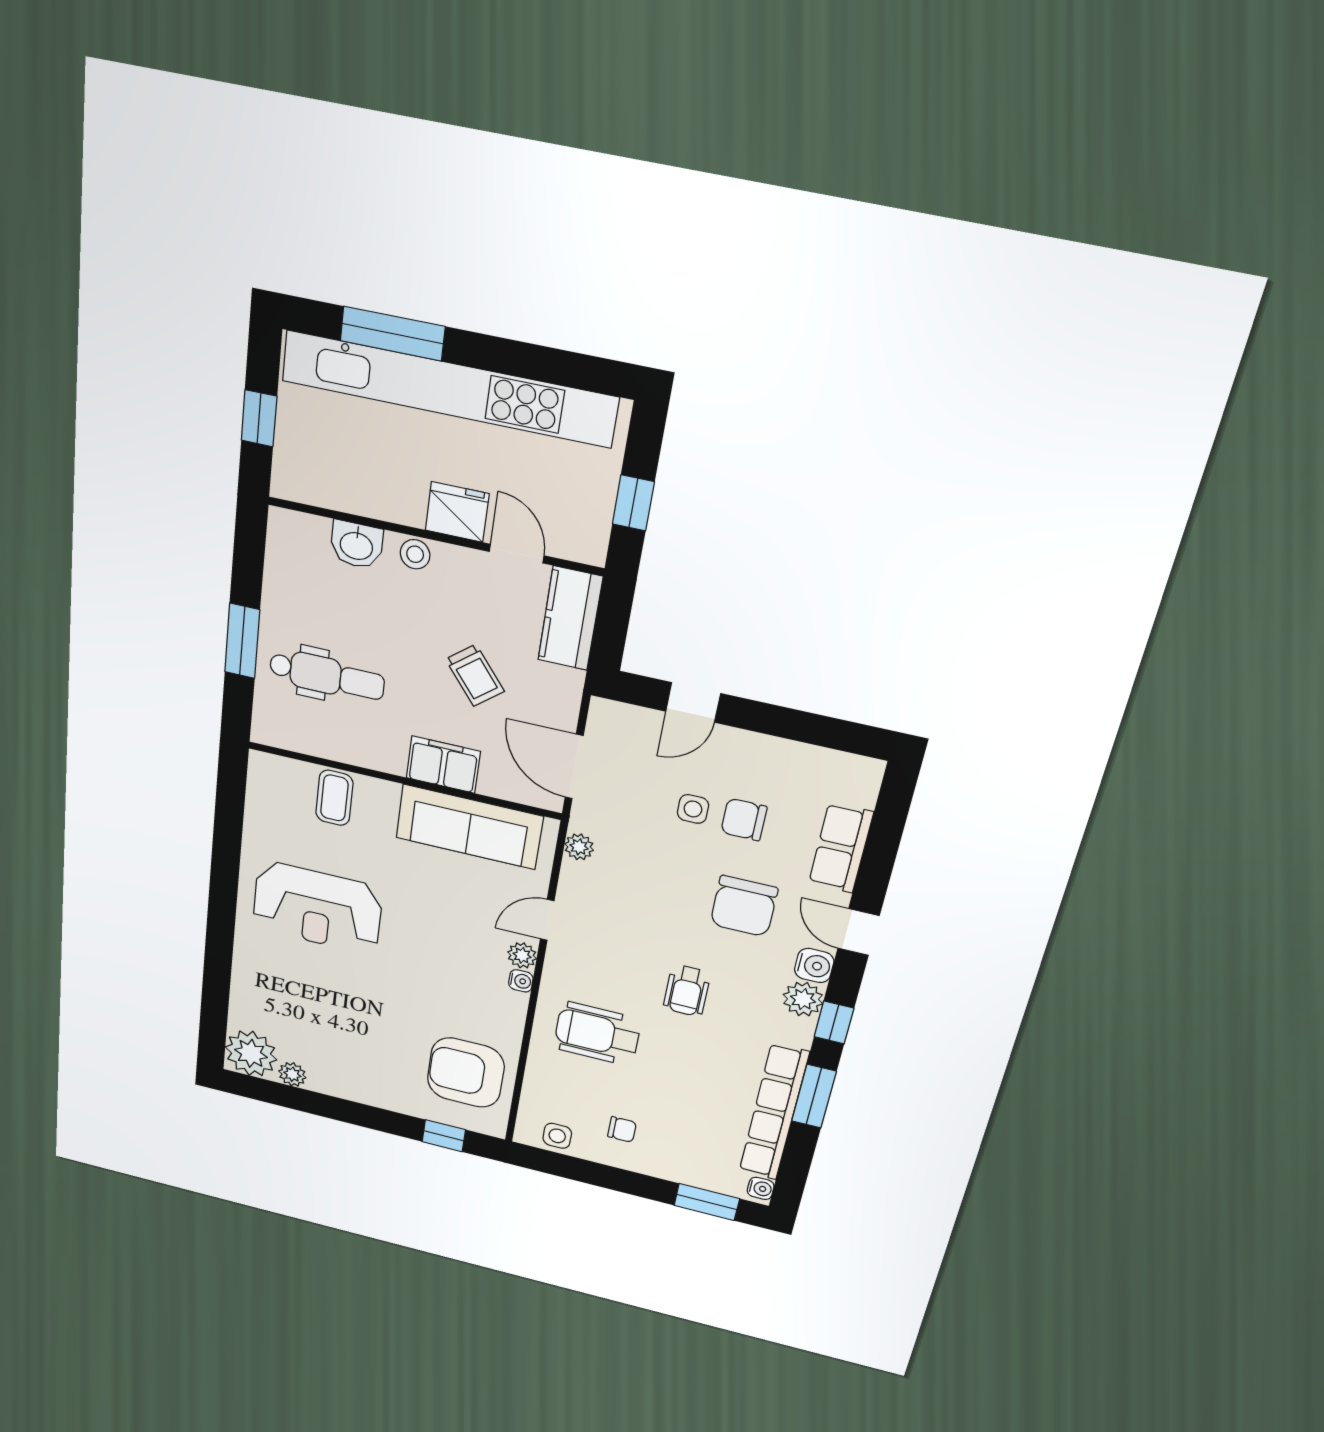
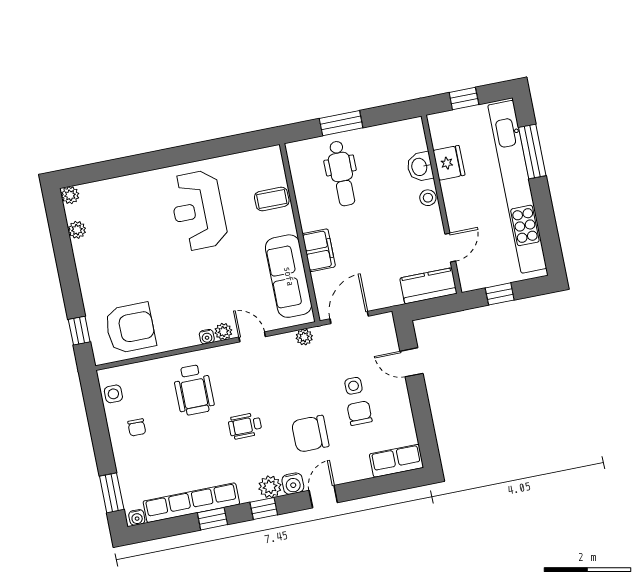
fridge: (457, 512) -> (449, 163), moved
trolley: (475, 675) -> (377, 249), removed
row of seats: (841, 848) -> (396, 461), moved
wheelchair: (597, 1034) -> (194, 390), turned 180
plant: (251, 1053) -> (70, 195), width x0.53, depth x0.53
armchair: (466, 1073) -> (130, 328), turned 90
window: (814, 1096) -> (212, 519), width x0.67

